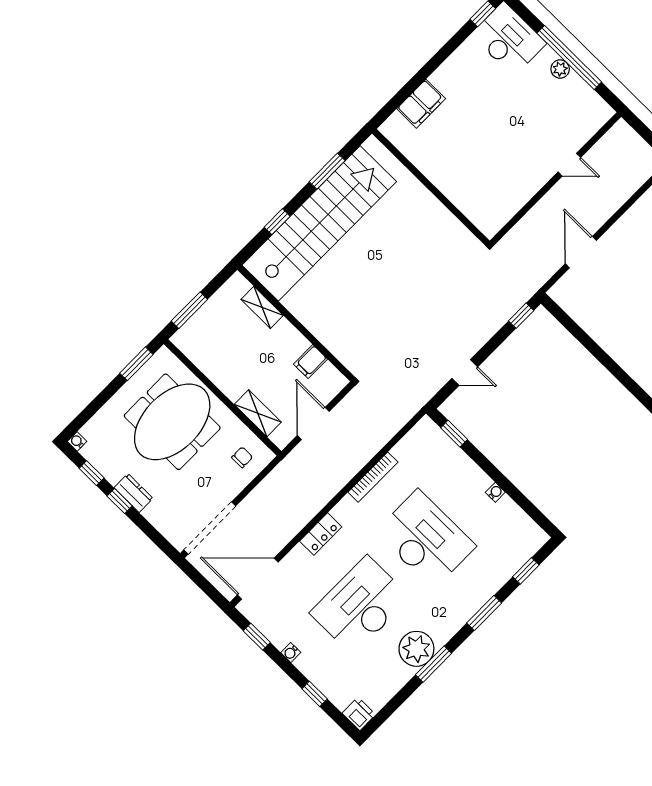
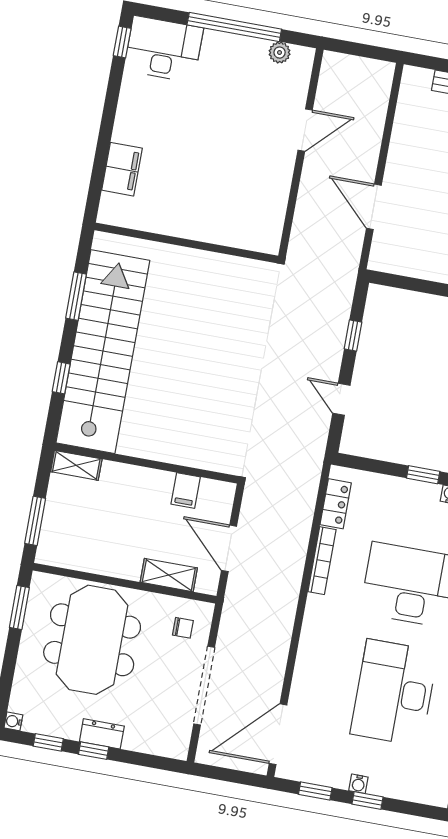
plant: (560, 69) -> (280, 53), moved
door: (569, 165) -> (305, 130), width x1.38
shelving: (262, 307) -> (76, 465), moved
window: (521, 316) -> (353, 335), moved
door: (465, 373) -> (341, 399), swing flipped
window: (454, 434) -> (423, 475), moved
chair: (242, 457) -> (183, 628), turned 90
doorway: (210, 528) -> (204, 686), moved
locker: (321, 534) -> (336, 504), moved
window: (315, 694) -> (367, 800), moved

